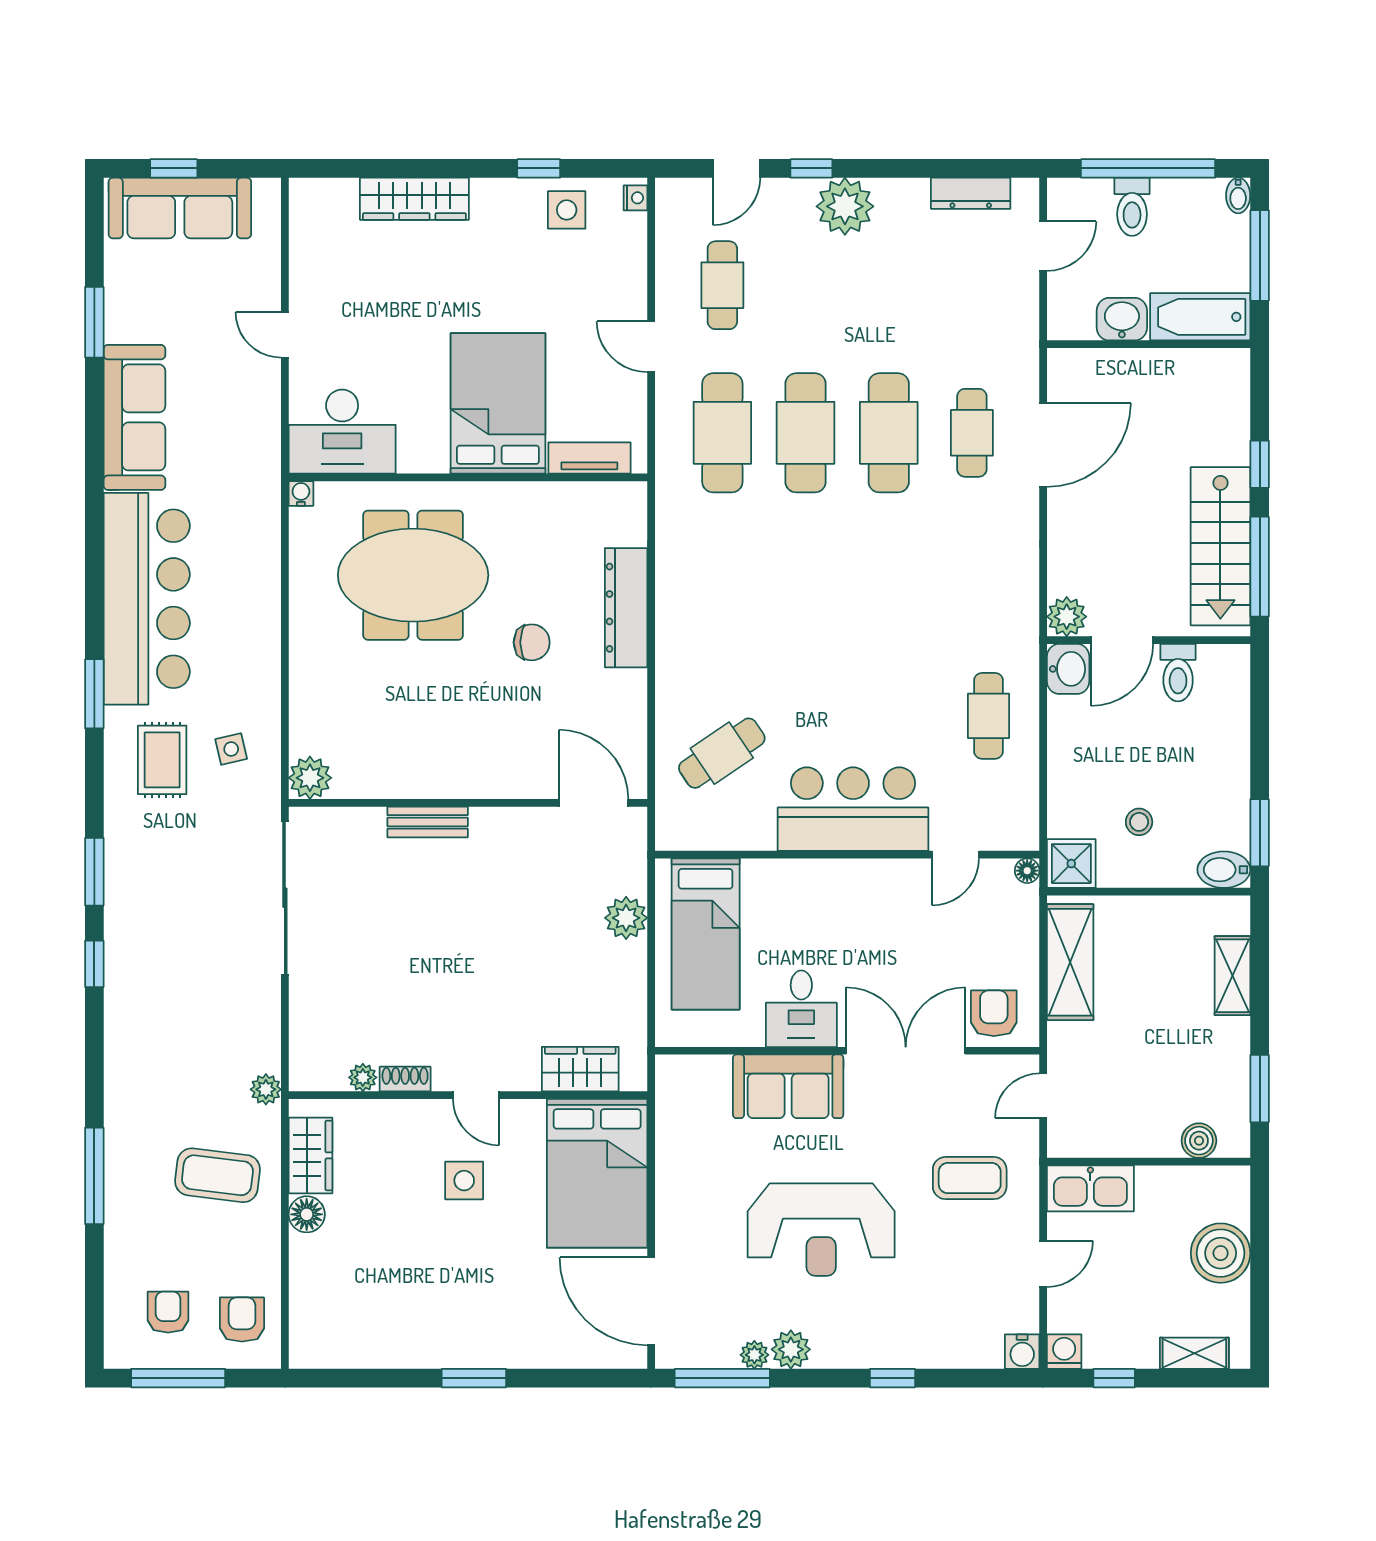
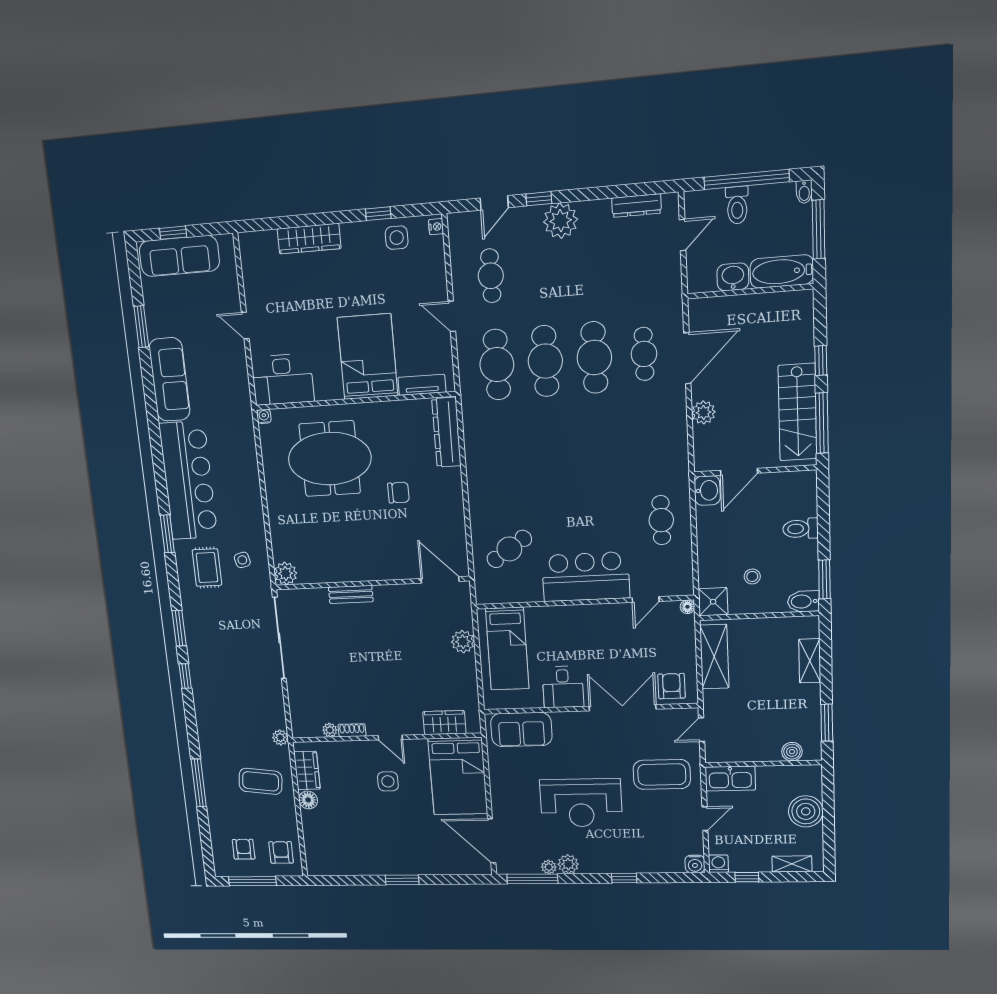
dresser: (626, 608) -> (447, 432), moved
plant: (1067, 617) -> (704, 412), moved
toilet: (1178, 673) -> (800, 529), moved, turned 90
sofa: (788, 1086) -> (521, 729), moved
coffee table: (970, 1178) -> (662, 774), width x1.36, depth x1.32

